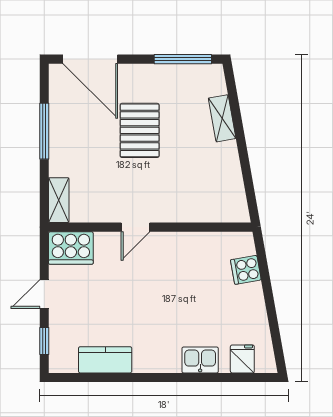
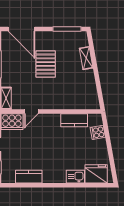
door: (135, 227) -> (31, 111), moved
kitchen counter: (197, 245) -> (74, 120), added
fridge: (242, 359) -> (96, 174), width x1.88, depth x1.34

